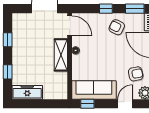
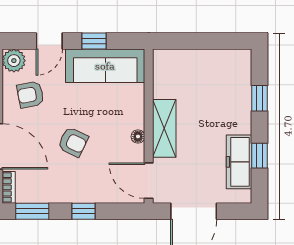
armchair: (117, 27) -> (73, 142), moved
freezer: (27, 92) -> (239, 162), moved, turned 90
window: (87, 104) -> (94, 41), moved

